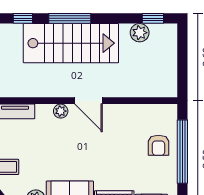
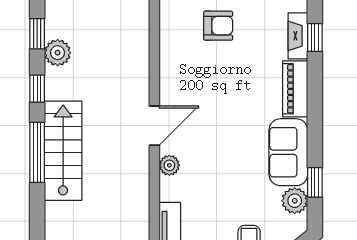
window: (23, 18) -> (37, 89), moved
stairs: (71, 43) -> (63, 151), width x0.73, depth x0.66

